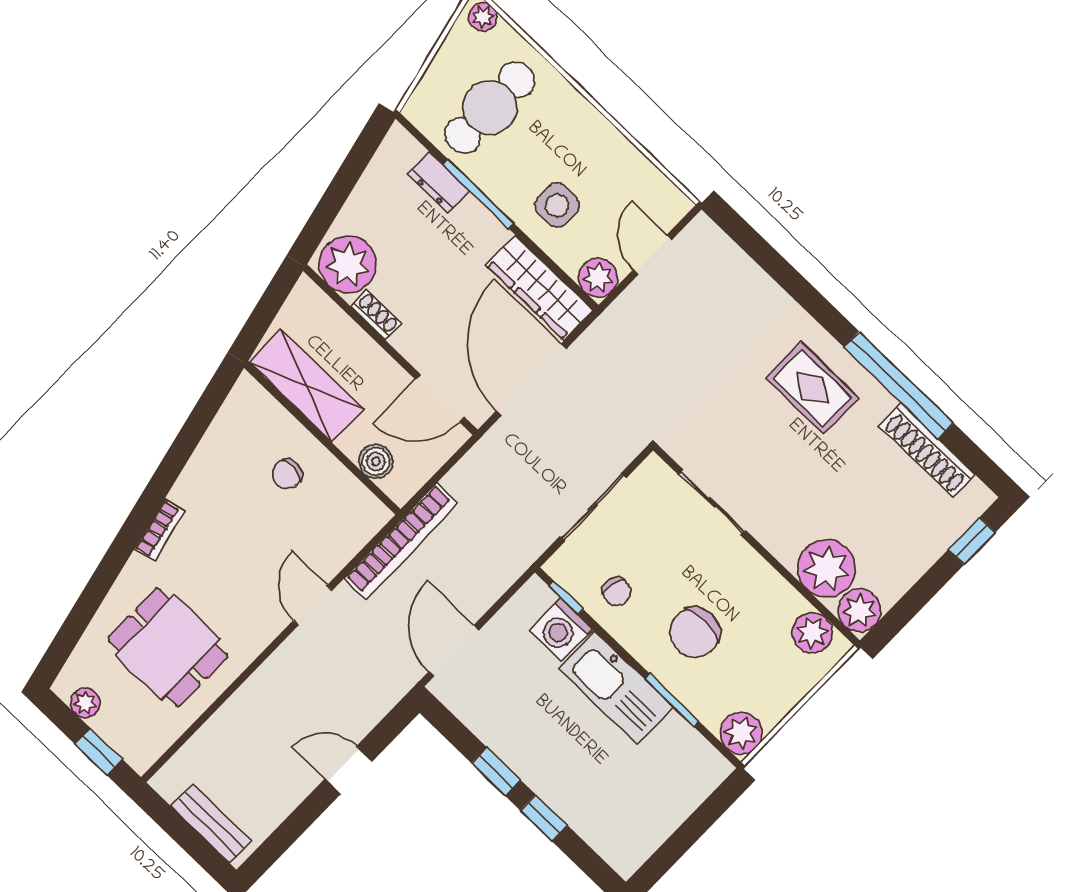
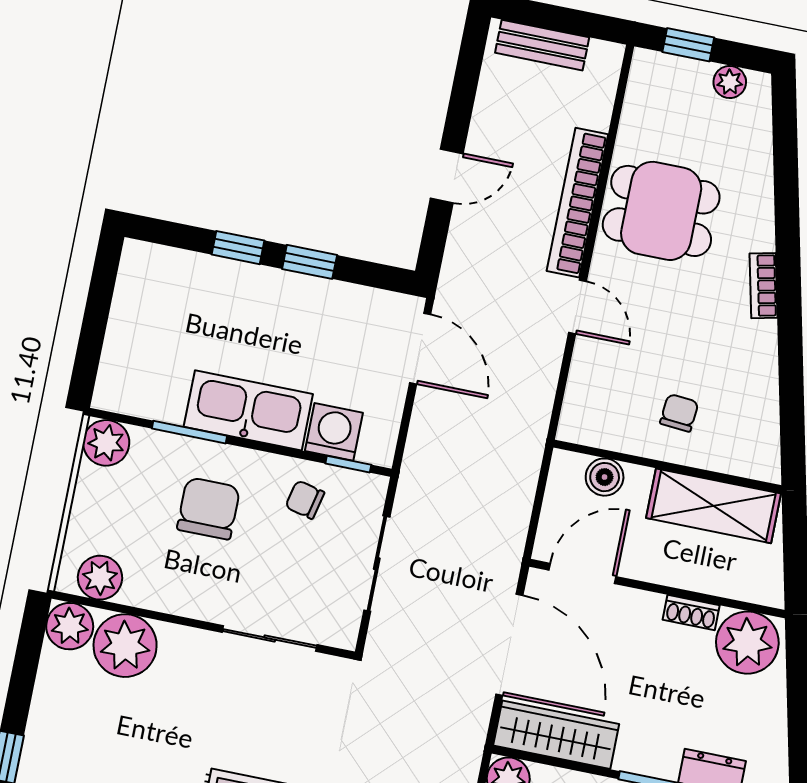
bookcase: (401, 541) -> (577, 203), moved
dining table: (168, 647) -> (661, 211), moved

